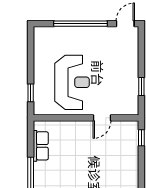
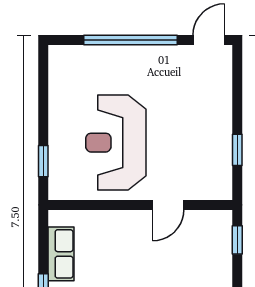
reception desk: (72, 82) -> (116, 143), turned 180

